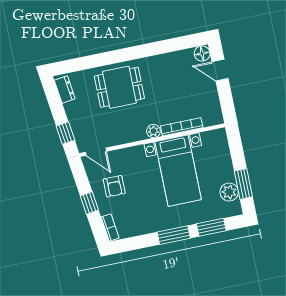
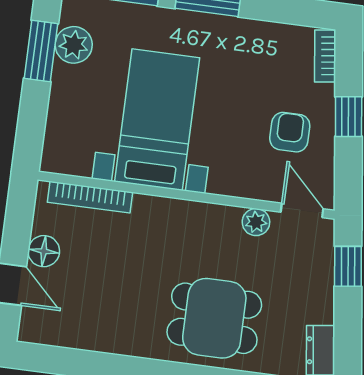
floor lamp: (202, 53) -> (44, 251), moved
bookcase: (182, 127) -> (90, 197), moved
plant: (153, 131) -> (256, 222), moved

